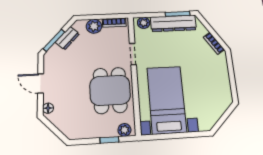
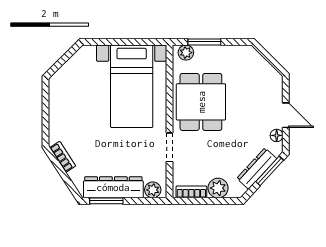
dresser: (67, 38) -> (257, 168), width x1.44
floor lamp: (48, 108) -> (277, 135), moved
window: (109, 140) -> (204, 42), width x1.50

